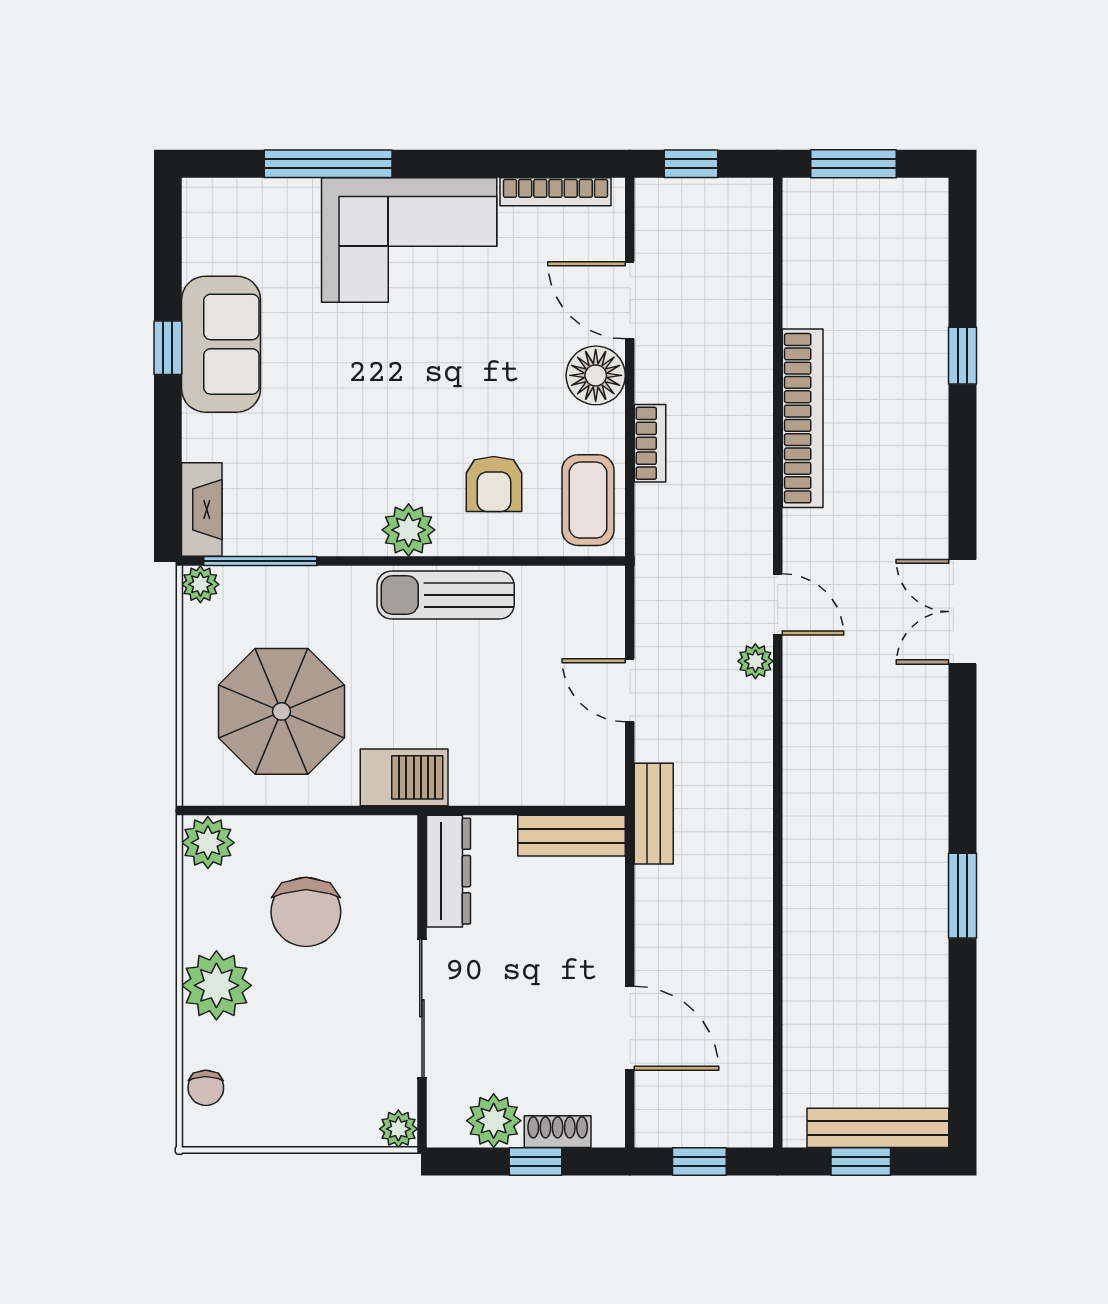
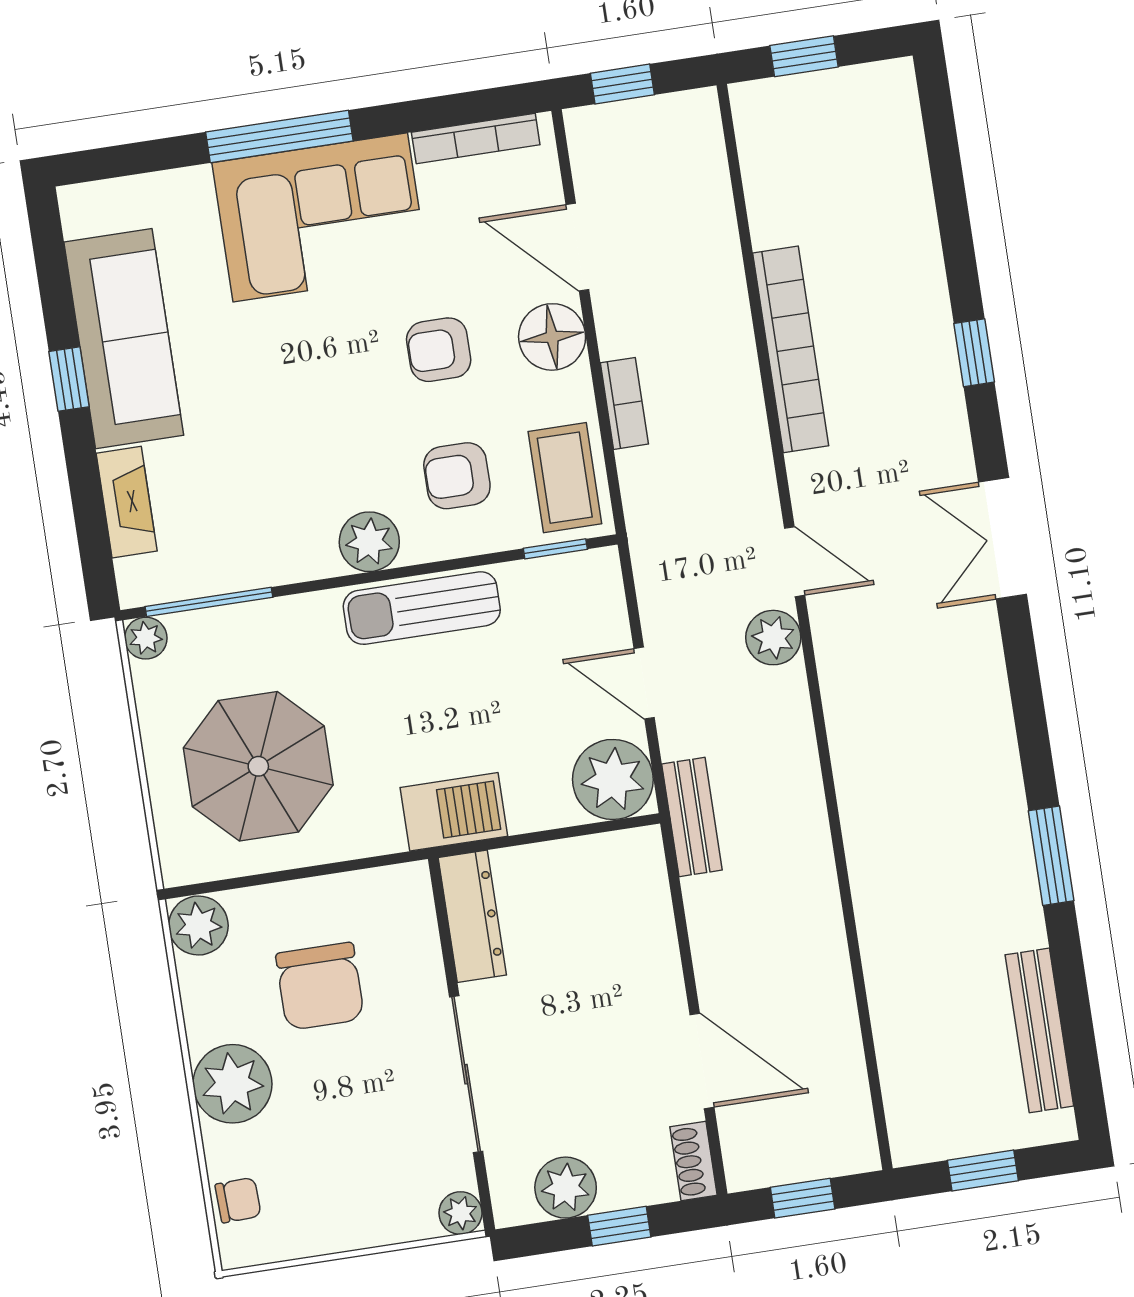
window: (328, 164) -> (279, 136), moved
window: (853, 164) -> (804, 56), width x0.67
sofa: (221, 344) -> (124, 339), width x1.36
window: (962, 356) -> (974, 353), moved
armchair: (495, 371) -> (439, 350), added
armchair: (494, 484) -> (457, 476), turned 90
fireplace: (202, 510) -> (127, 502), moved
window: (570, 561) -> (555, 549), added
plant: (755, 661) -> (773, 638), width x1.38, depth x1.38
plant: (590, 770) -> (613, 779), added
barbecue: (404, 777) -> (454, 812), moved
bench: (572, 836) -> (604, 856), removed
chair: (206, 1088) -> (238, 1200), turned -92
bench: (878, 1128) -> (1039, 1030), moved, turned 90
shoe rack: (558, 1132) -> (694, 1161), moved, turned -90

